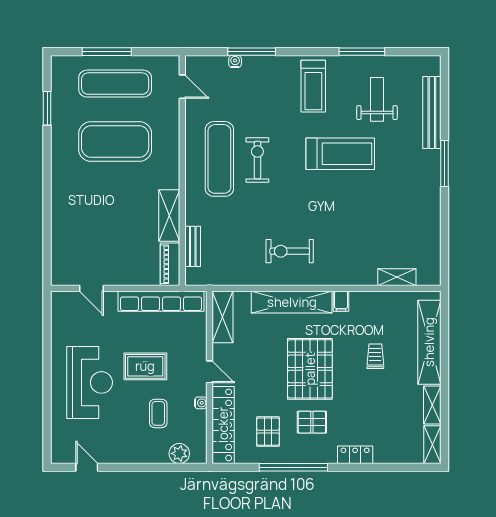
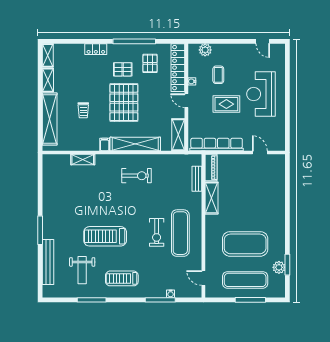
treadmill: (313, 86) -> (122, 278), turned -90
plant: (61, 104) -> (279, 267), added
shelving: (397, 277) -> (83, 160), moved

